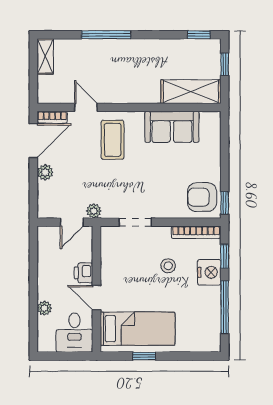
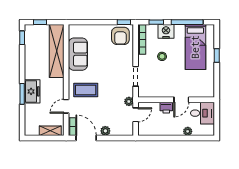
window: (106, 35) -> (22, 94), width x0.69
freezer: (110, 51) -> (32, 91), added
shelving: (45, 56) -> (50, 131), moved
shelving: (191, 92) -> (57, 51), width x1.47
door: (72, 222) -> (136, 115), hinge flipped
bed: (138, 329) -> (195, 47), moved, turned 180
window: (144, 356) -> (217, 56), moved

